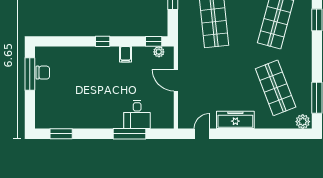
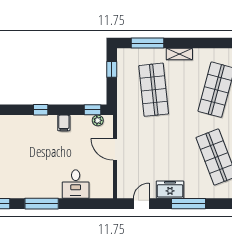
freezer: (235, 120) -> (170, 190), width x0.71
window: (130, 134) -> (42, 204), moved
window: (248, 134) -> (189, 204), added

